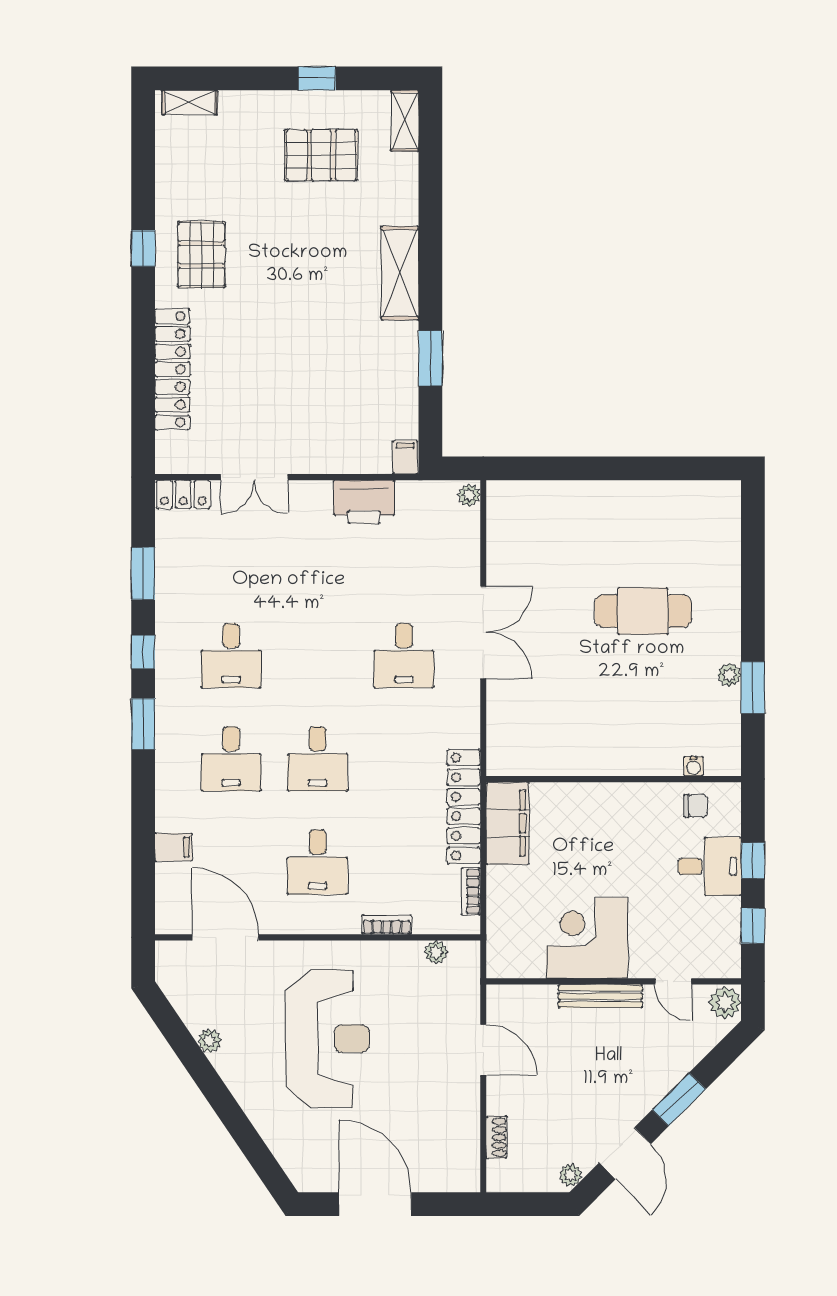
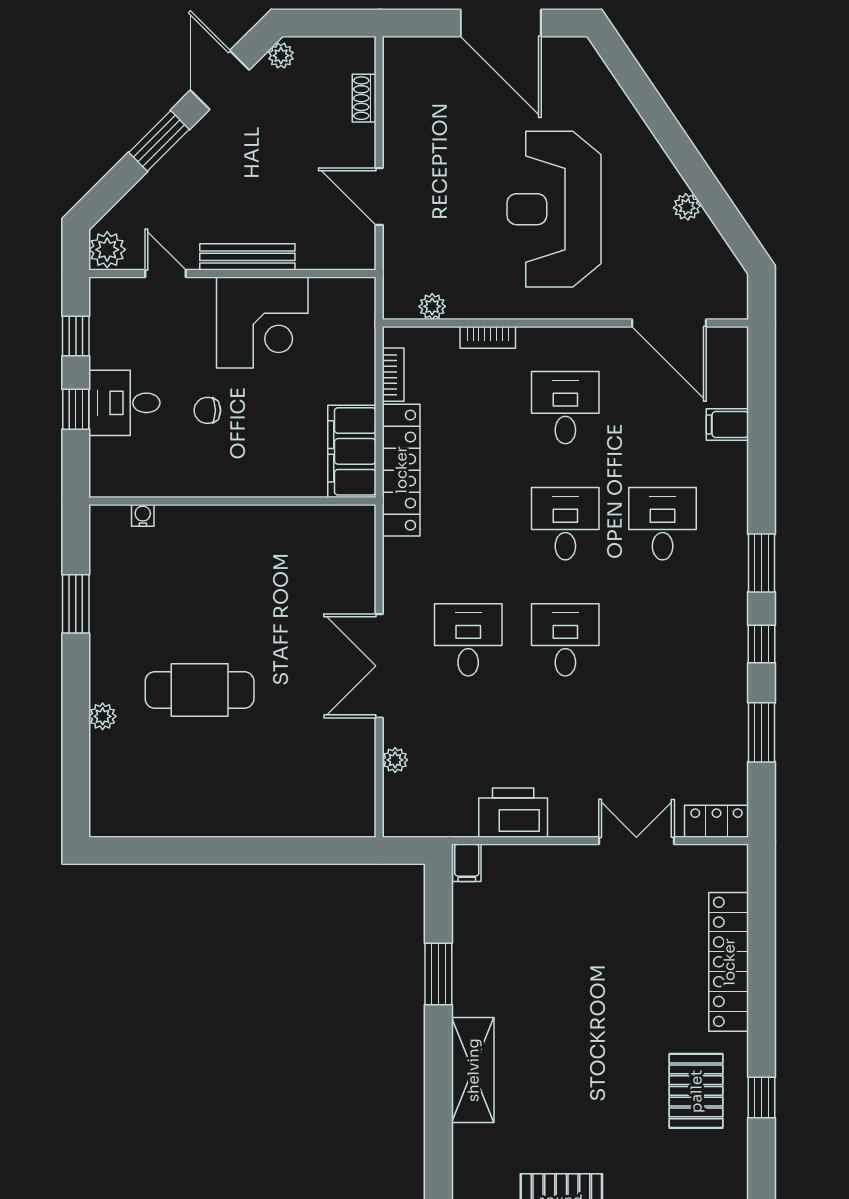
plant: (469, 495) -> (395, 760), moved
desk: (231, 656) -> (565, 640), moved
plant: (729, 675) -> (103, 716), moved
chair: (696, 806) -> (207, 410), moved

